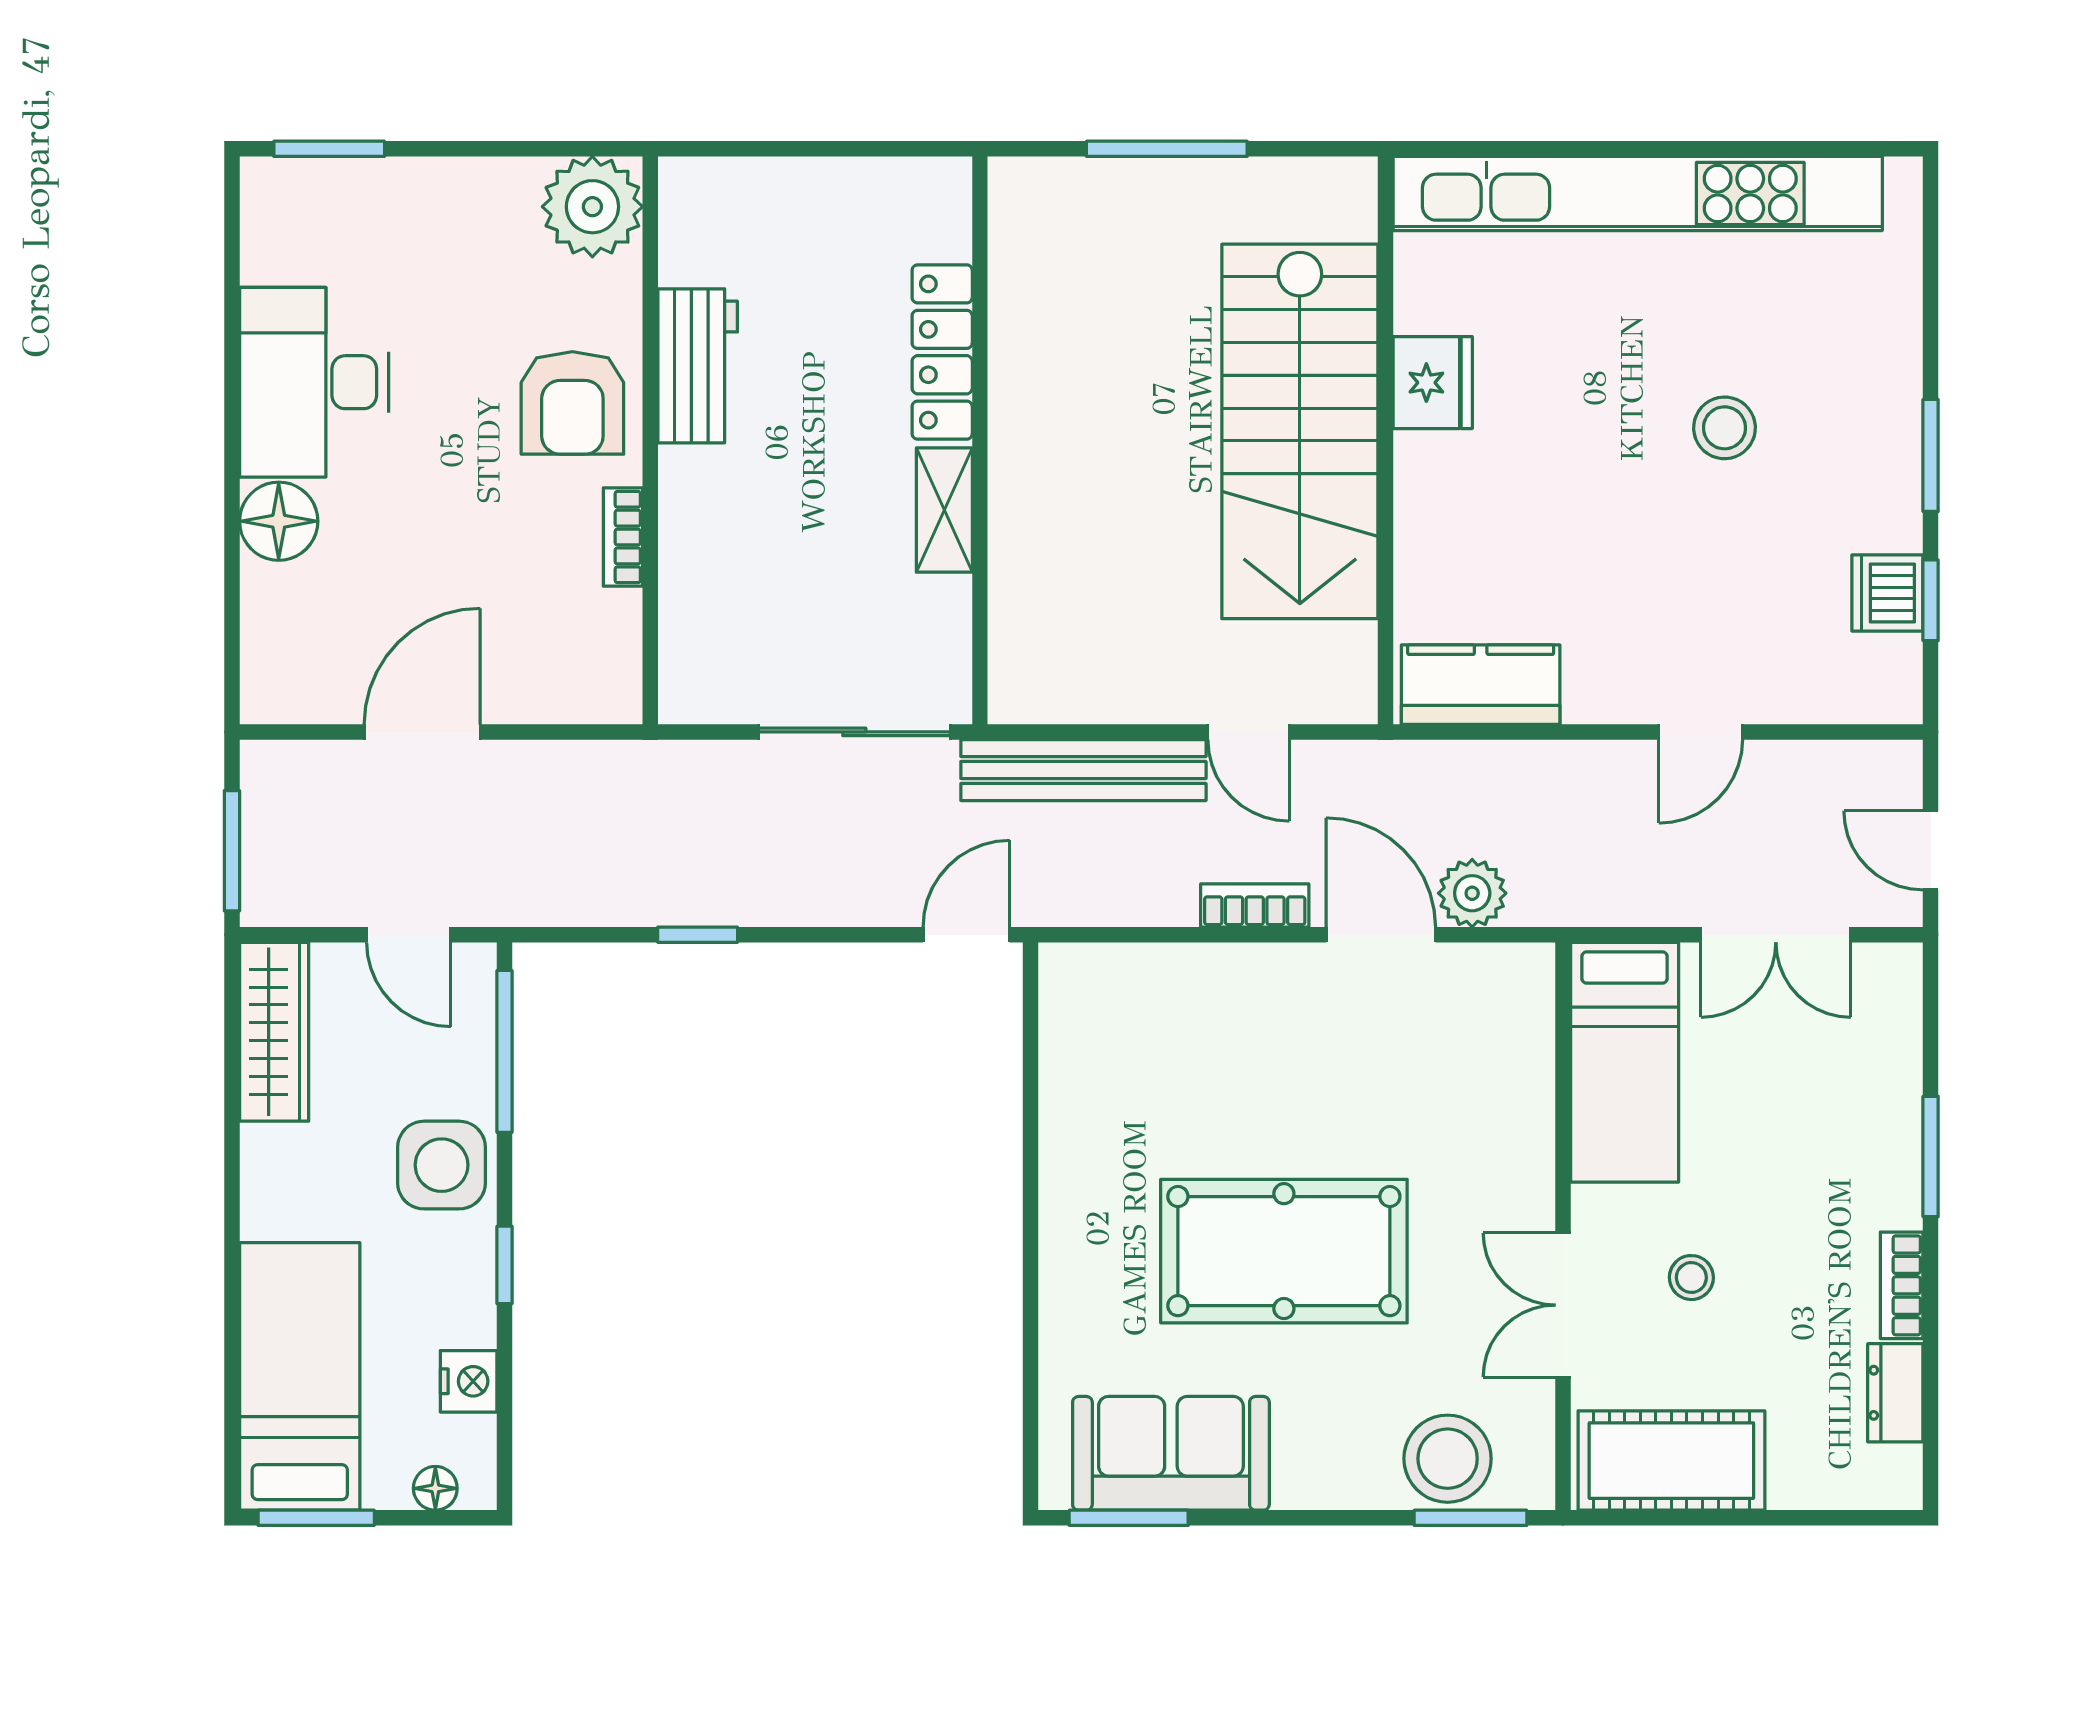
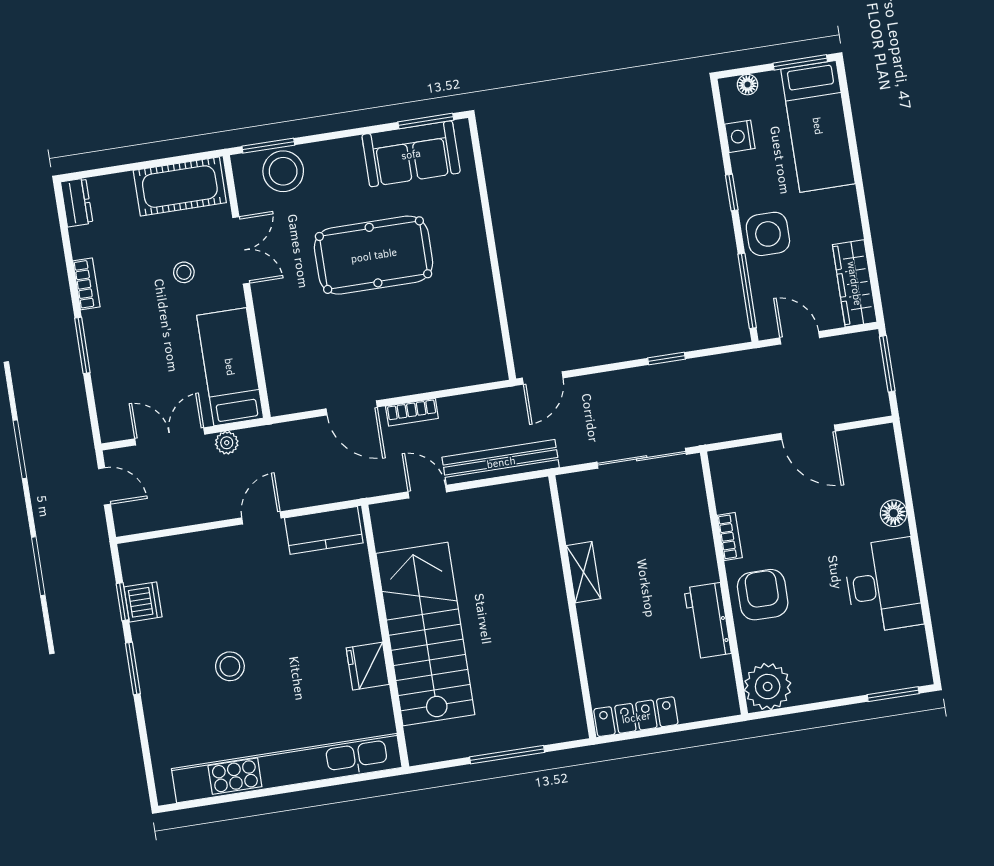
locker: (942, 352) -> (636, 717), moved, turned -90
floor lamp: (279, 521) -> (894, 513), width x0.73, depth x0.73
door: (422, 732) -> (808, 432), hinge flipped
sliding door: (854, 732) -> (642, 458), moved
door: (1701, 732) -> (261, 518), moved
plant: (1472, 893) -> (227, 443), moved, width x0.73, depth x0.73
dresser: (1895, 1393) -> (77, 202), moved

